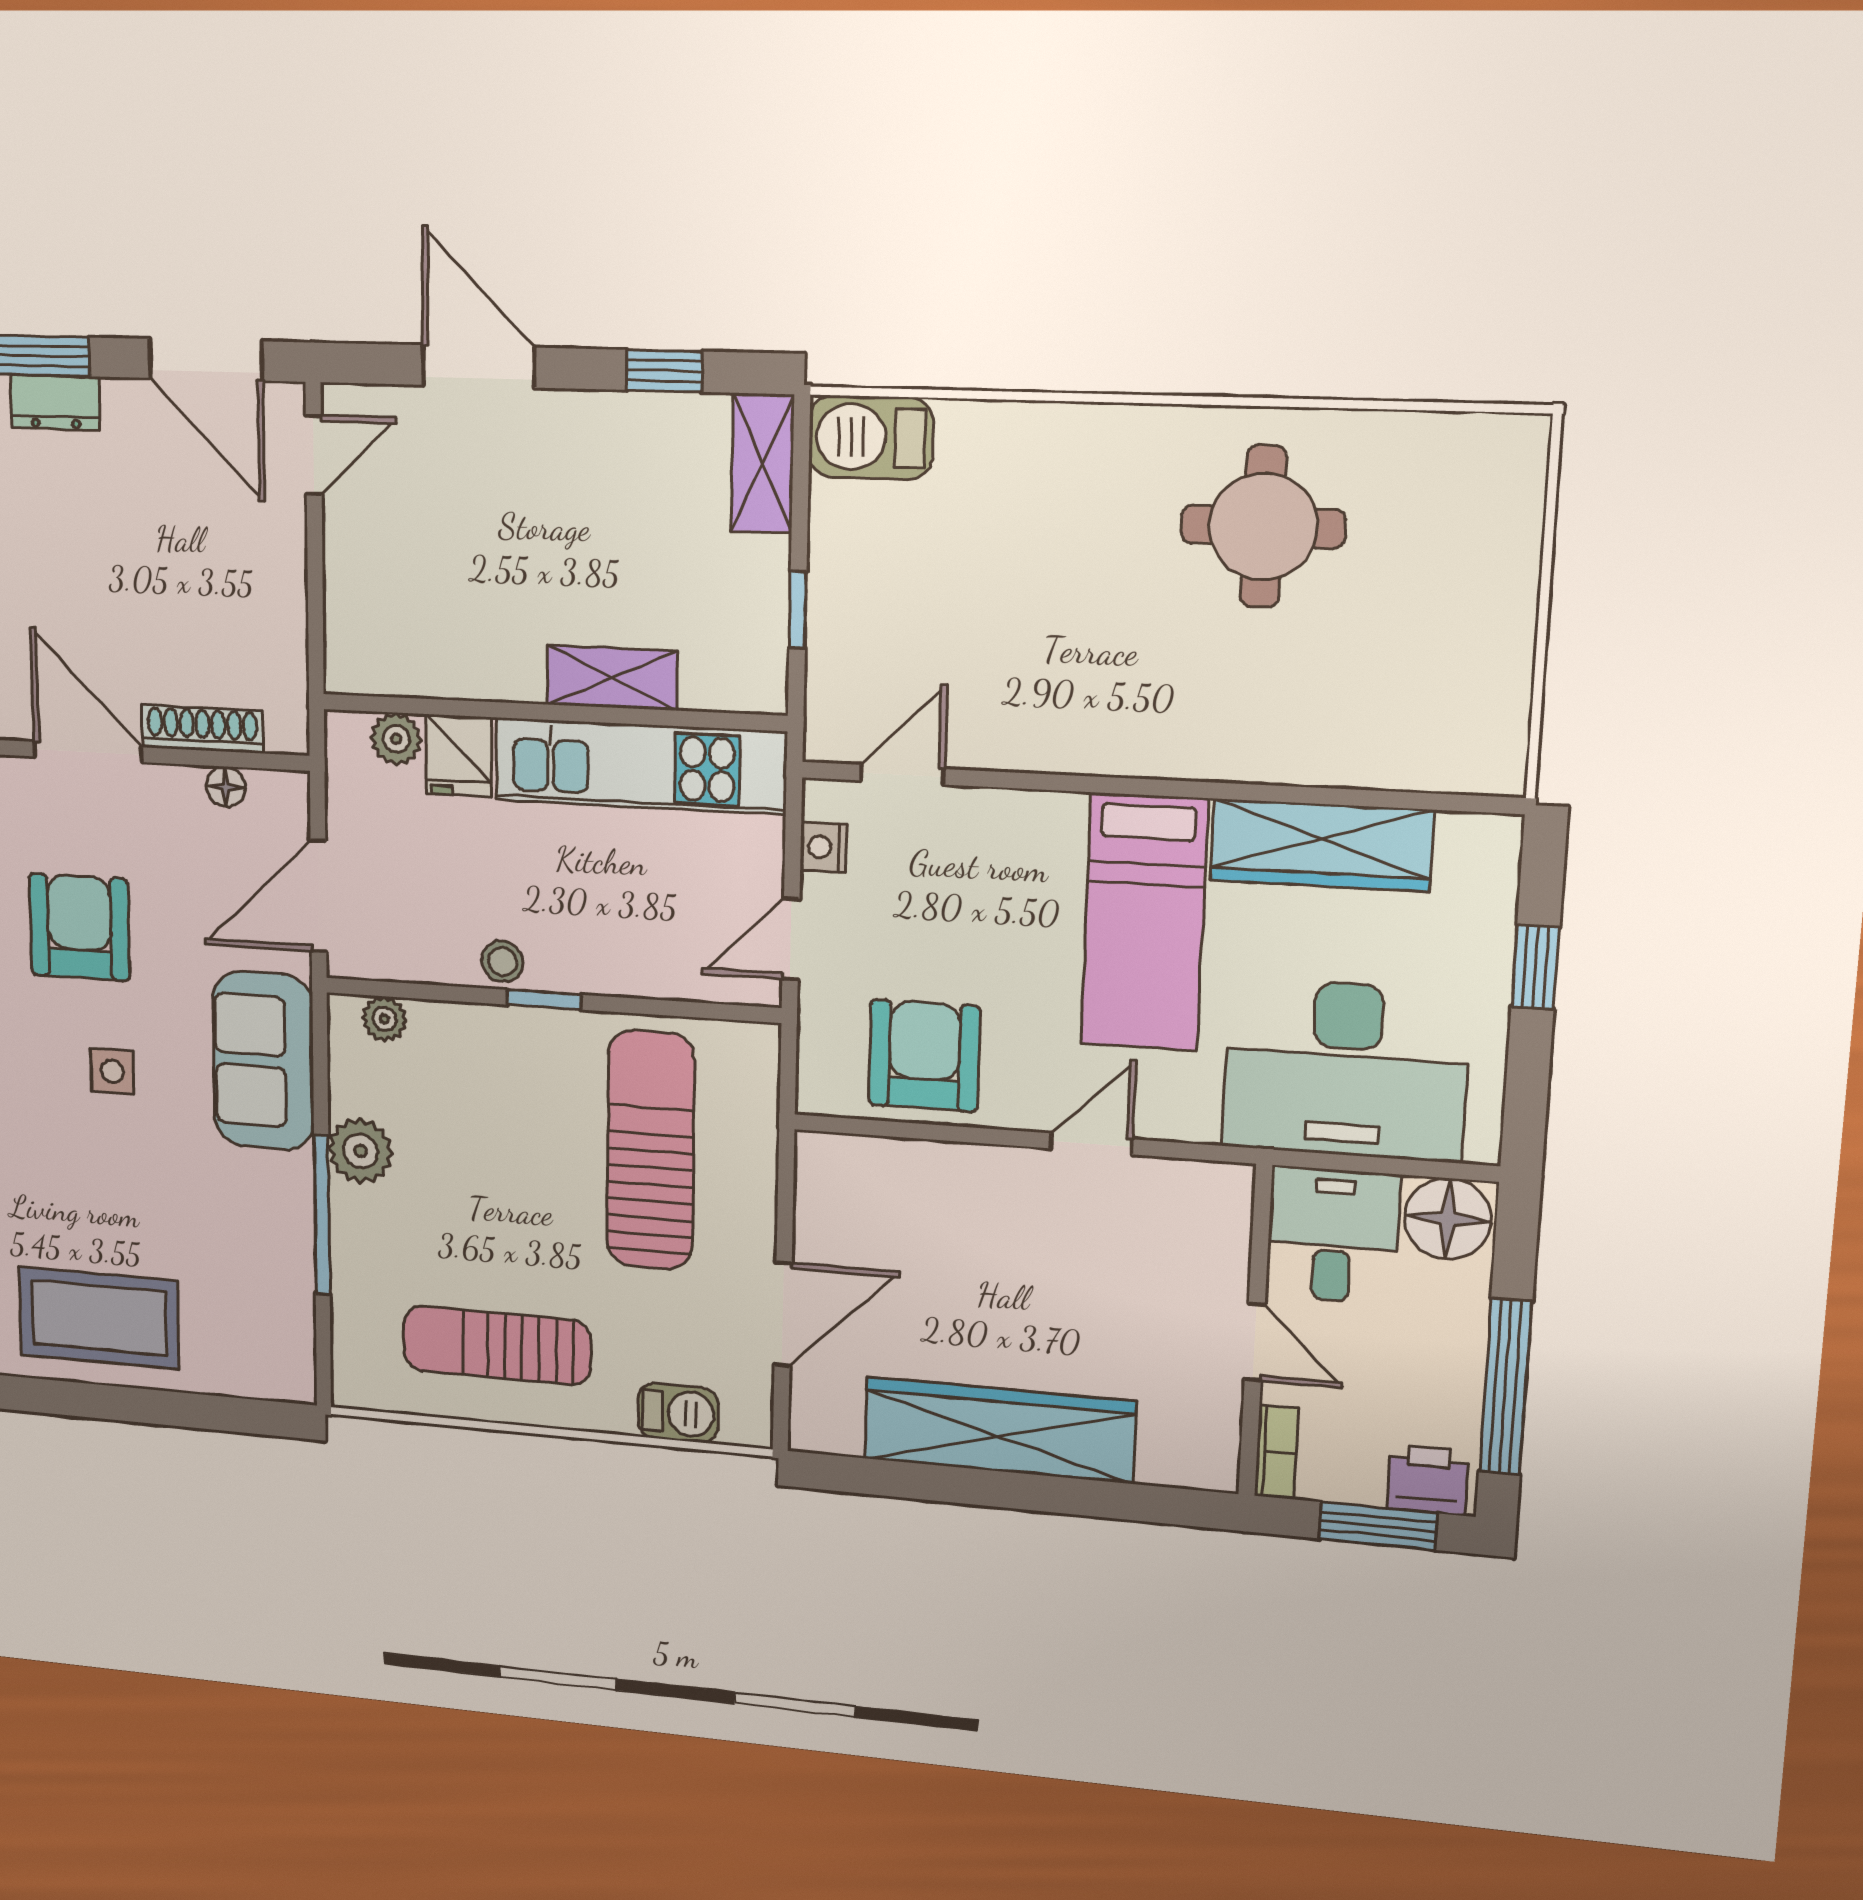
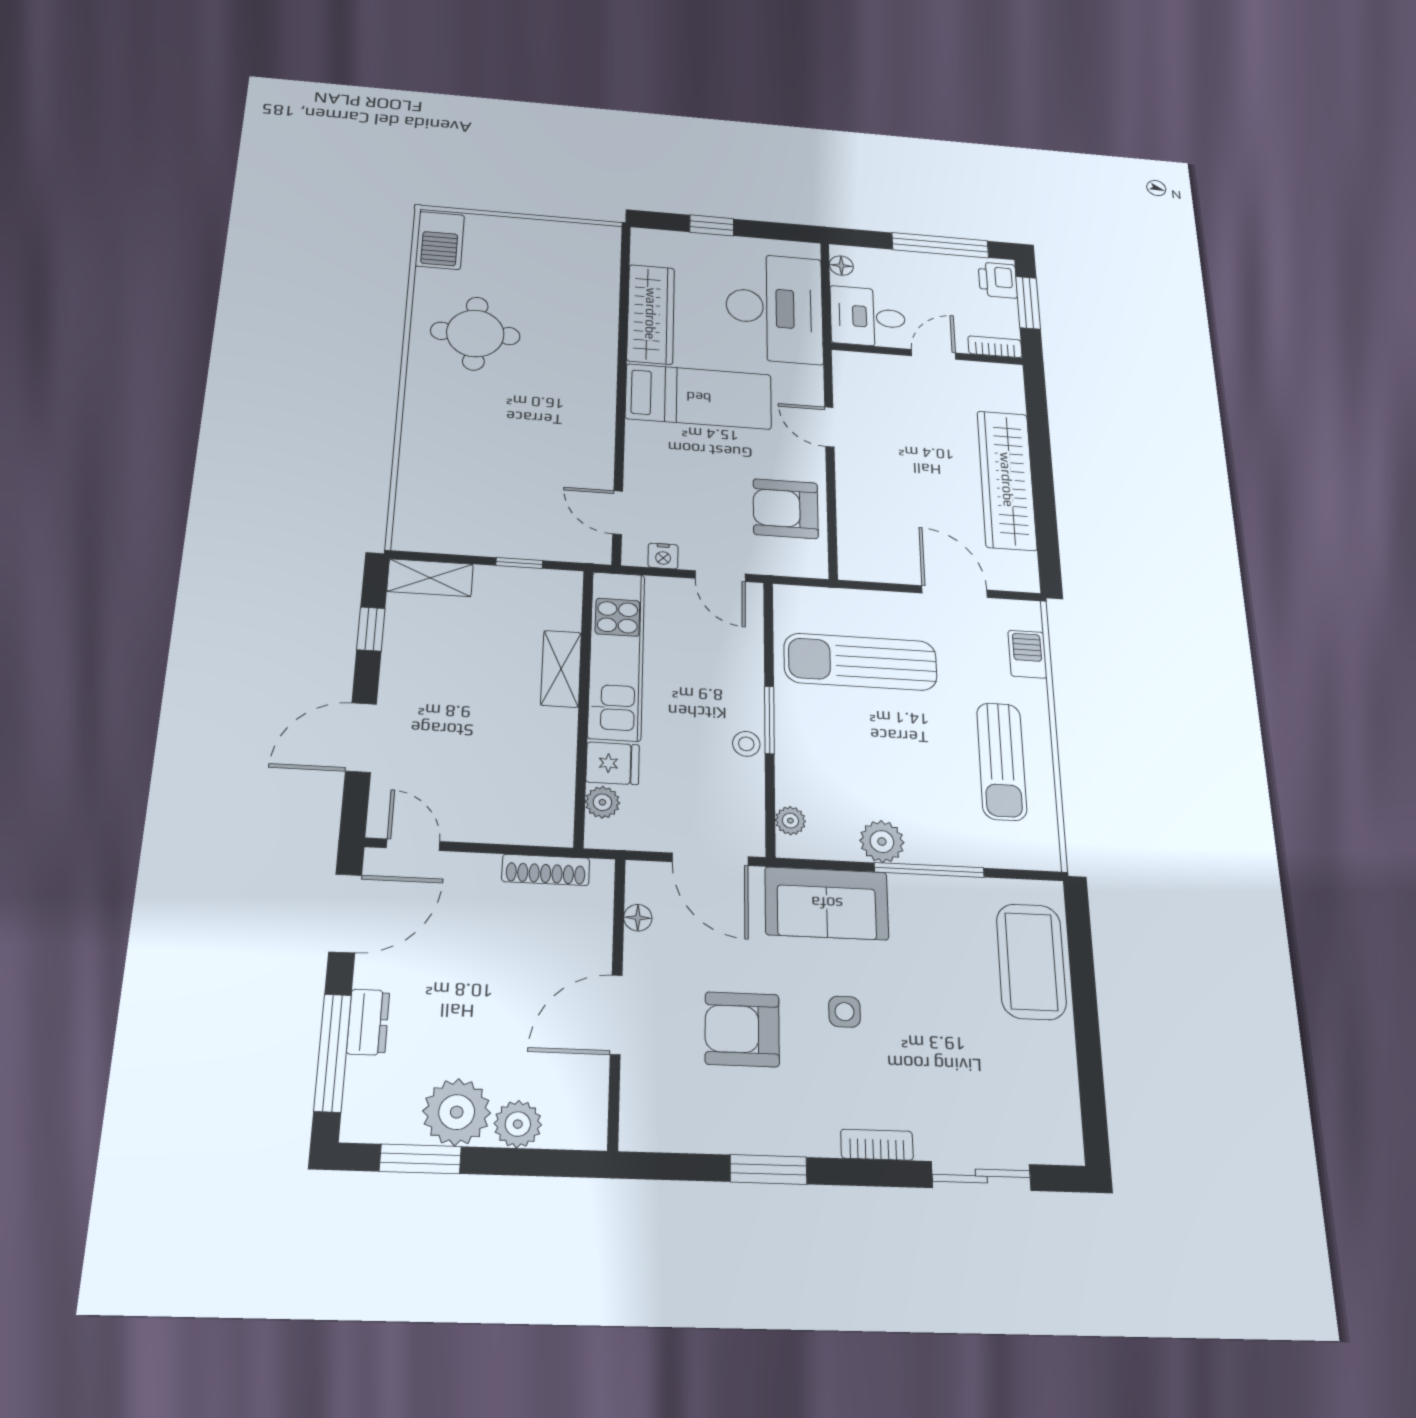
barbecue: (871, 437) -> (440, 240), moved
shoe rack: (202, 729) -> (546, 870), moved, turned -90
window: (544, 1000) -> (769, 720), width x1.50
floor lamp: (1448, 1219) -> (841, 266), width x0.53, depth x0.53
coffee table: (99, 1318) -> (1031, 961), moved

